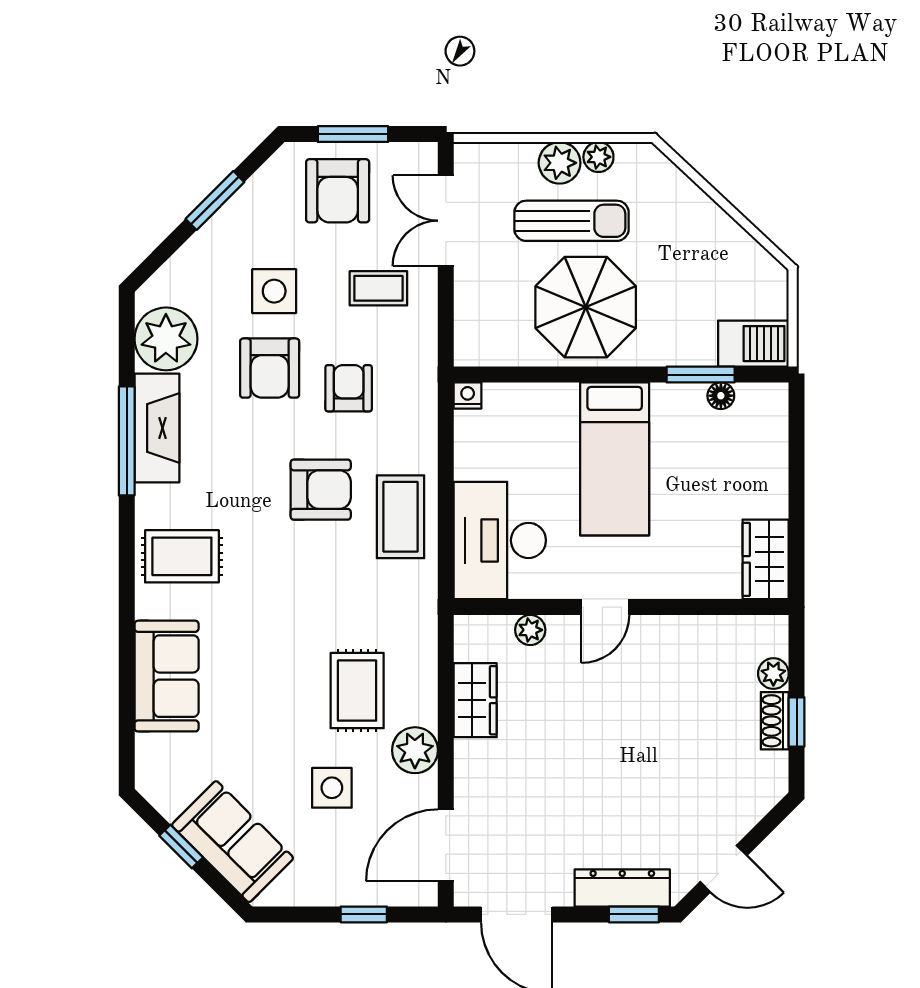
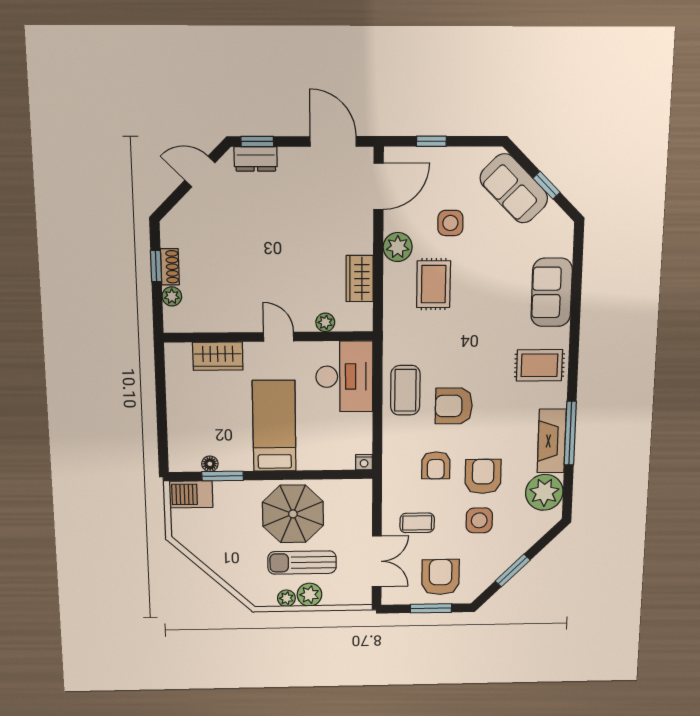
wardrobe: (766, 559) -> (218, 356), moved, turned 90
door: (605, 607) -> (279, 337), hinge flipped
dresser: (622, 888) -> (256, 159), width x0.70

